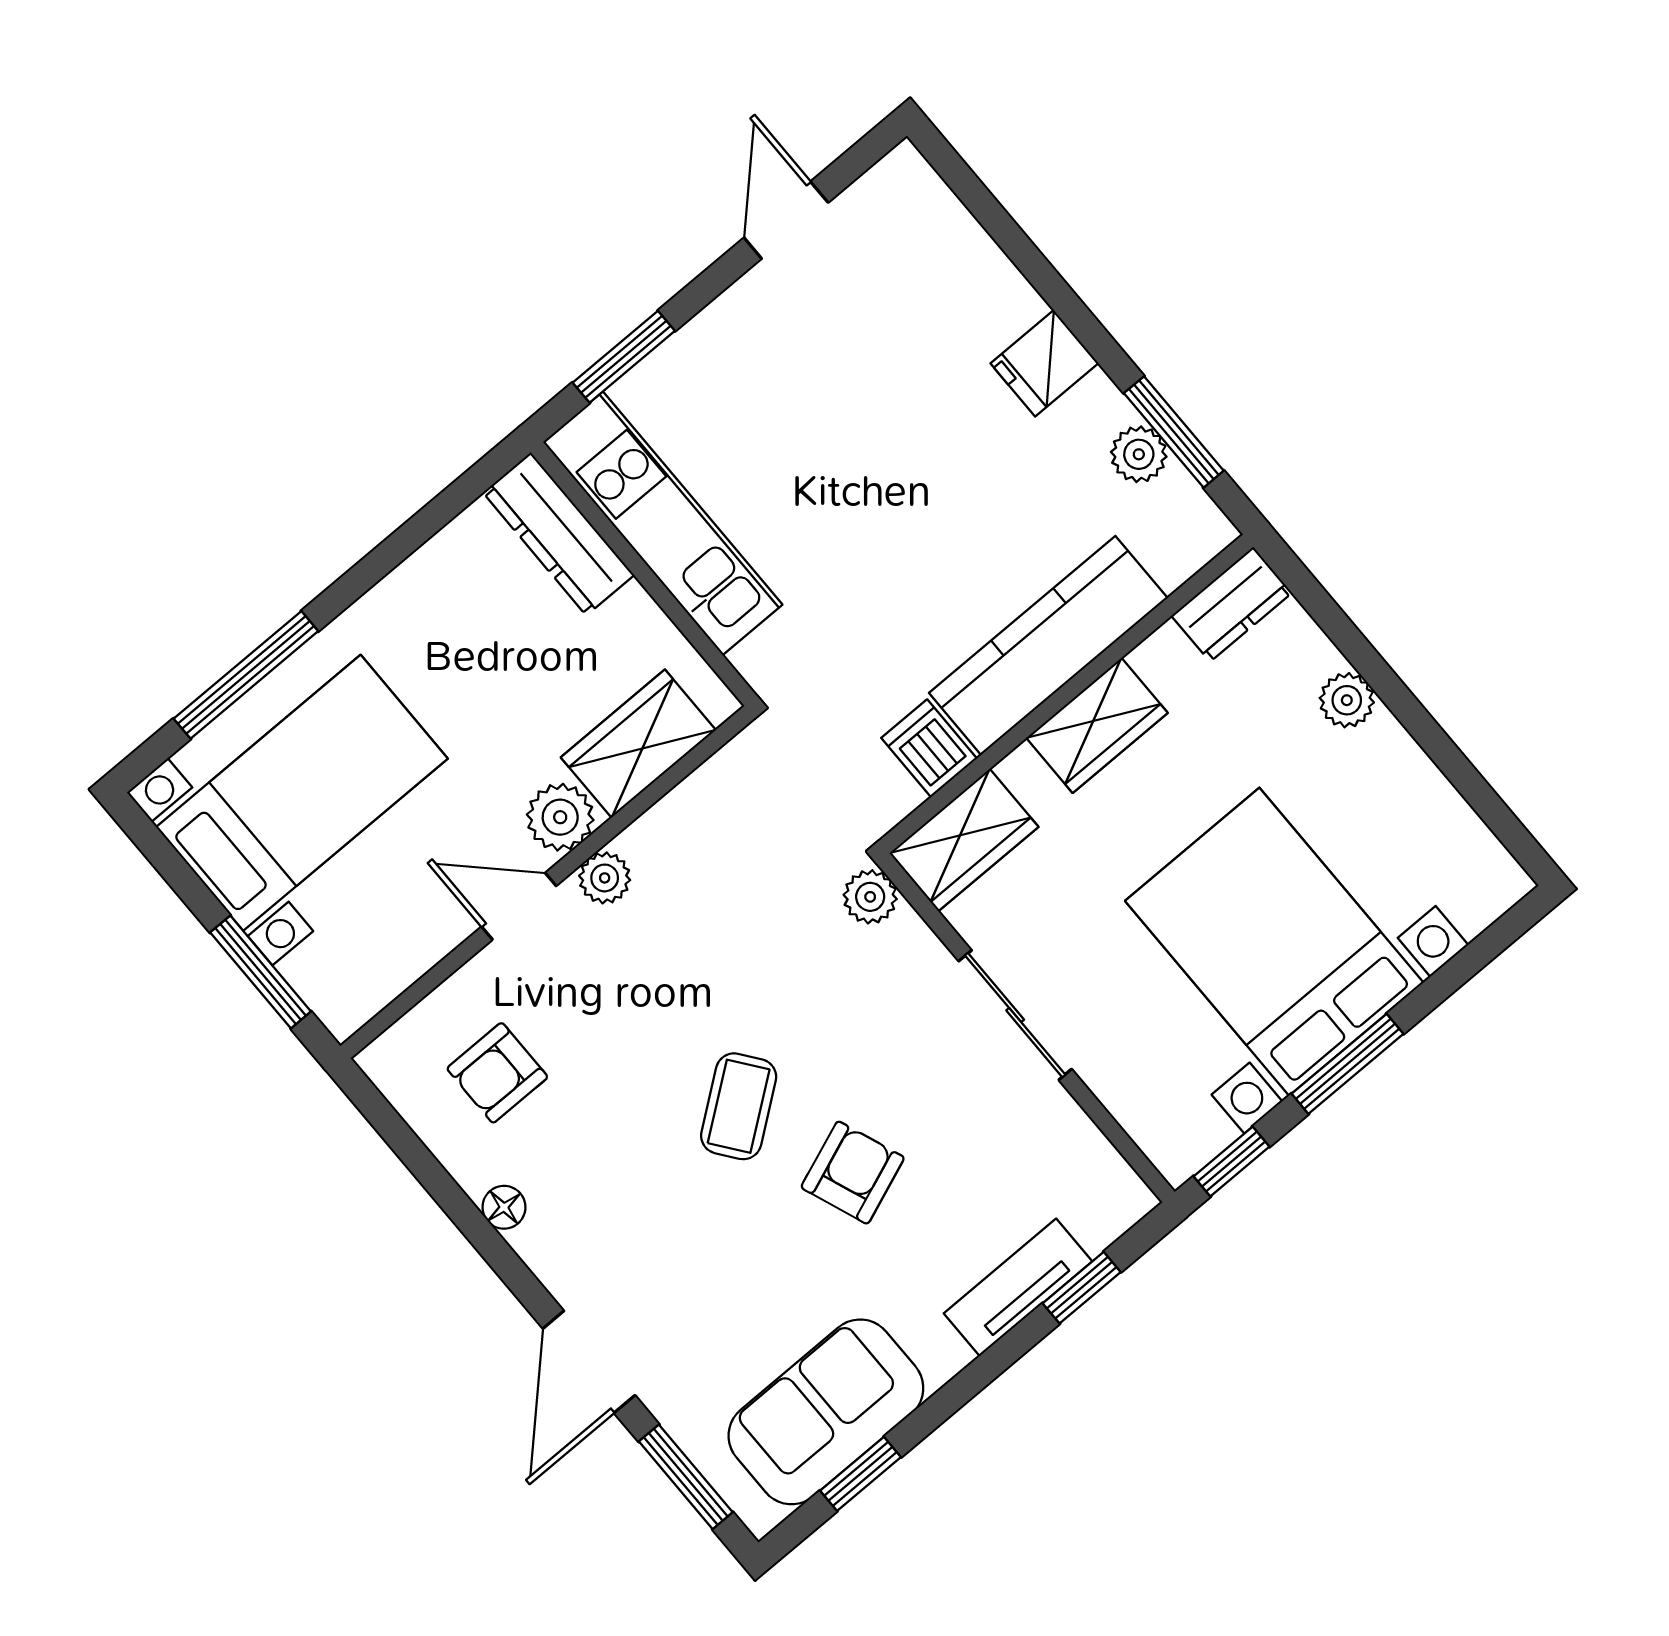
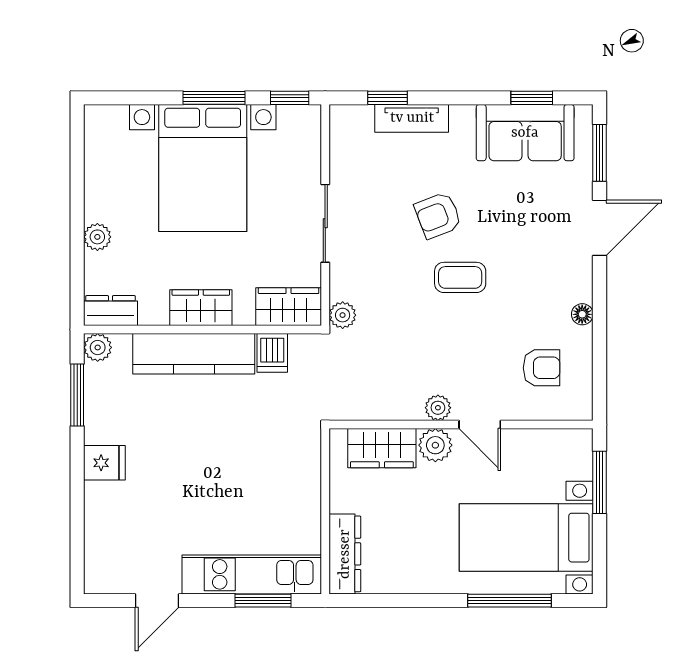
plant: (1139, 454) -> (98, 347), moved
kitchen unit: (663, 523) -> (252, 574), moved, turned 90
coffee table: (739, 1106) -> (460, 277), turned 37

